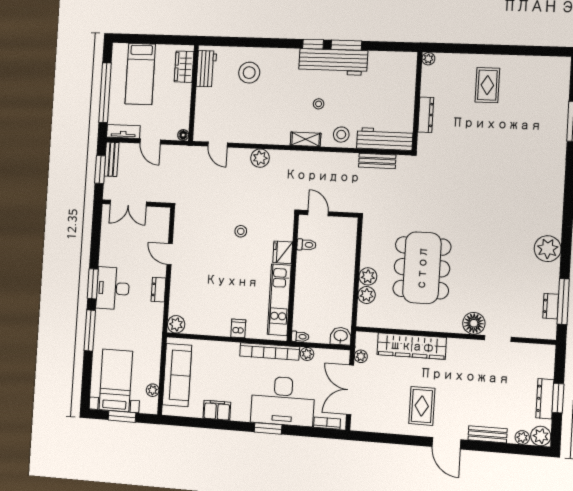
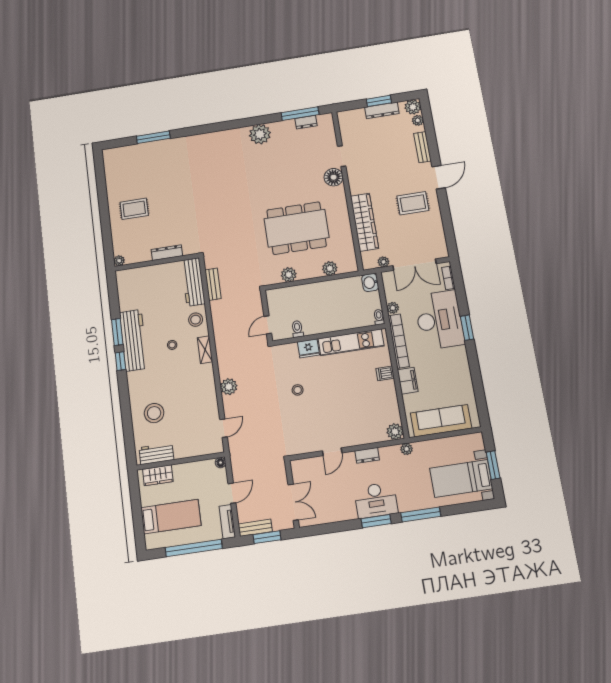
plant: (368, 276) -> (289, 275), moved
plant: (153, 390) -> (407, 449), moved
filing cabinet: (217, 410) -> (408, 381), moved, turned 180

